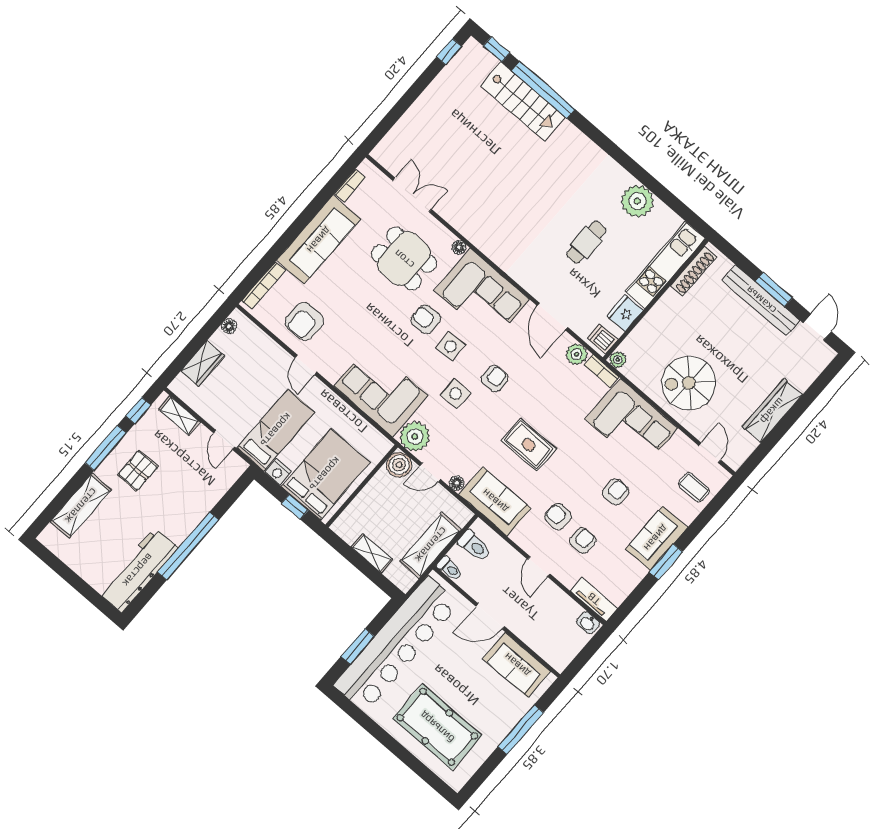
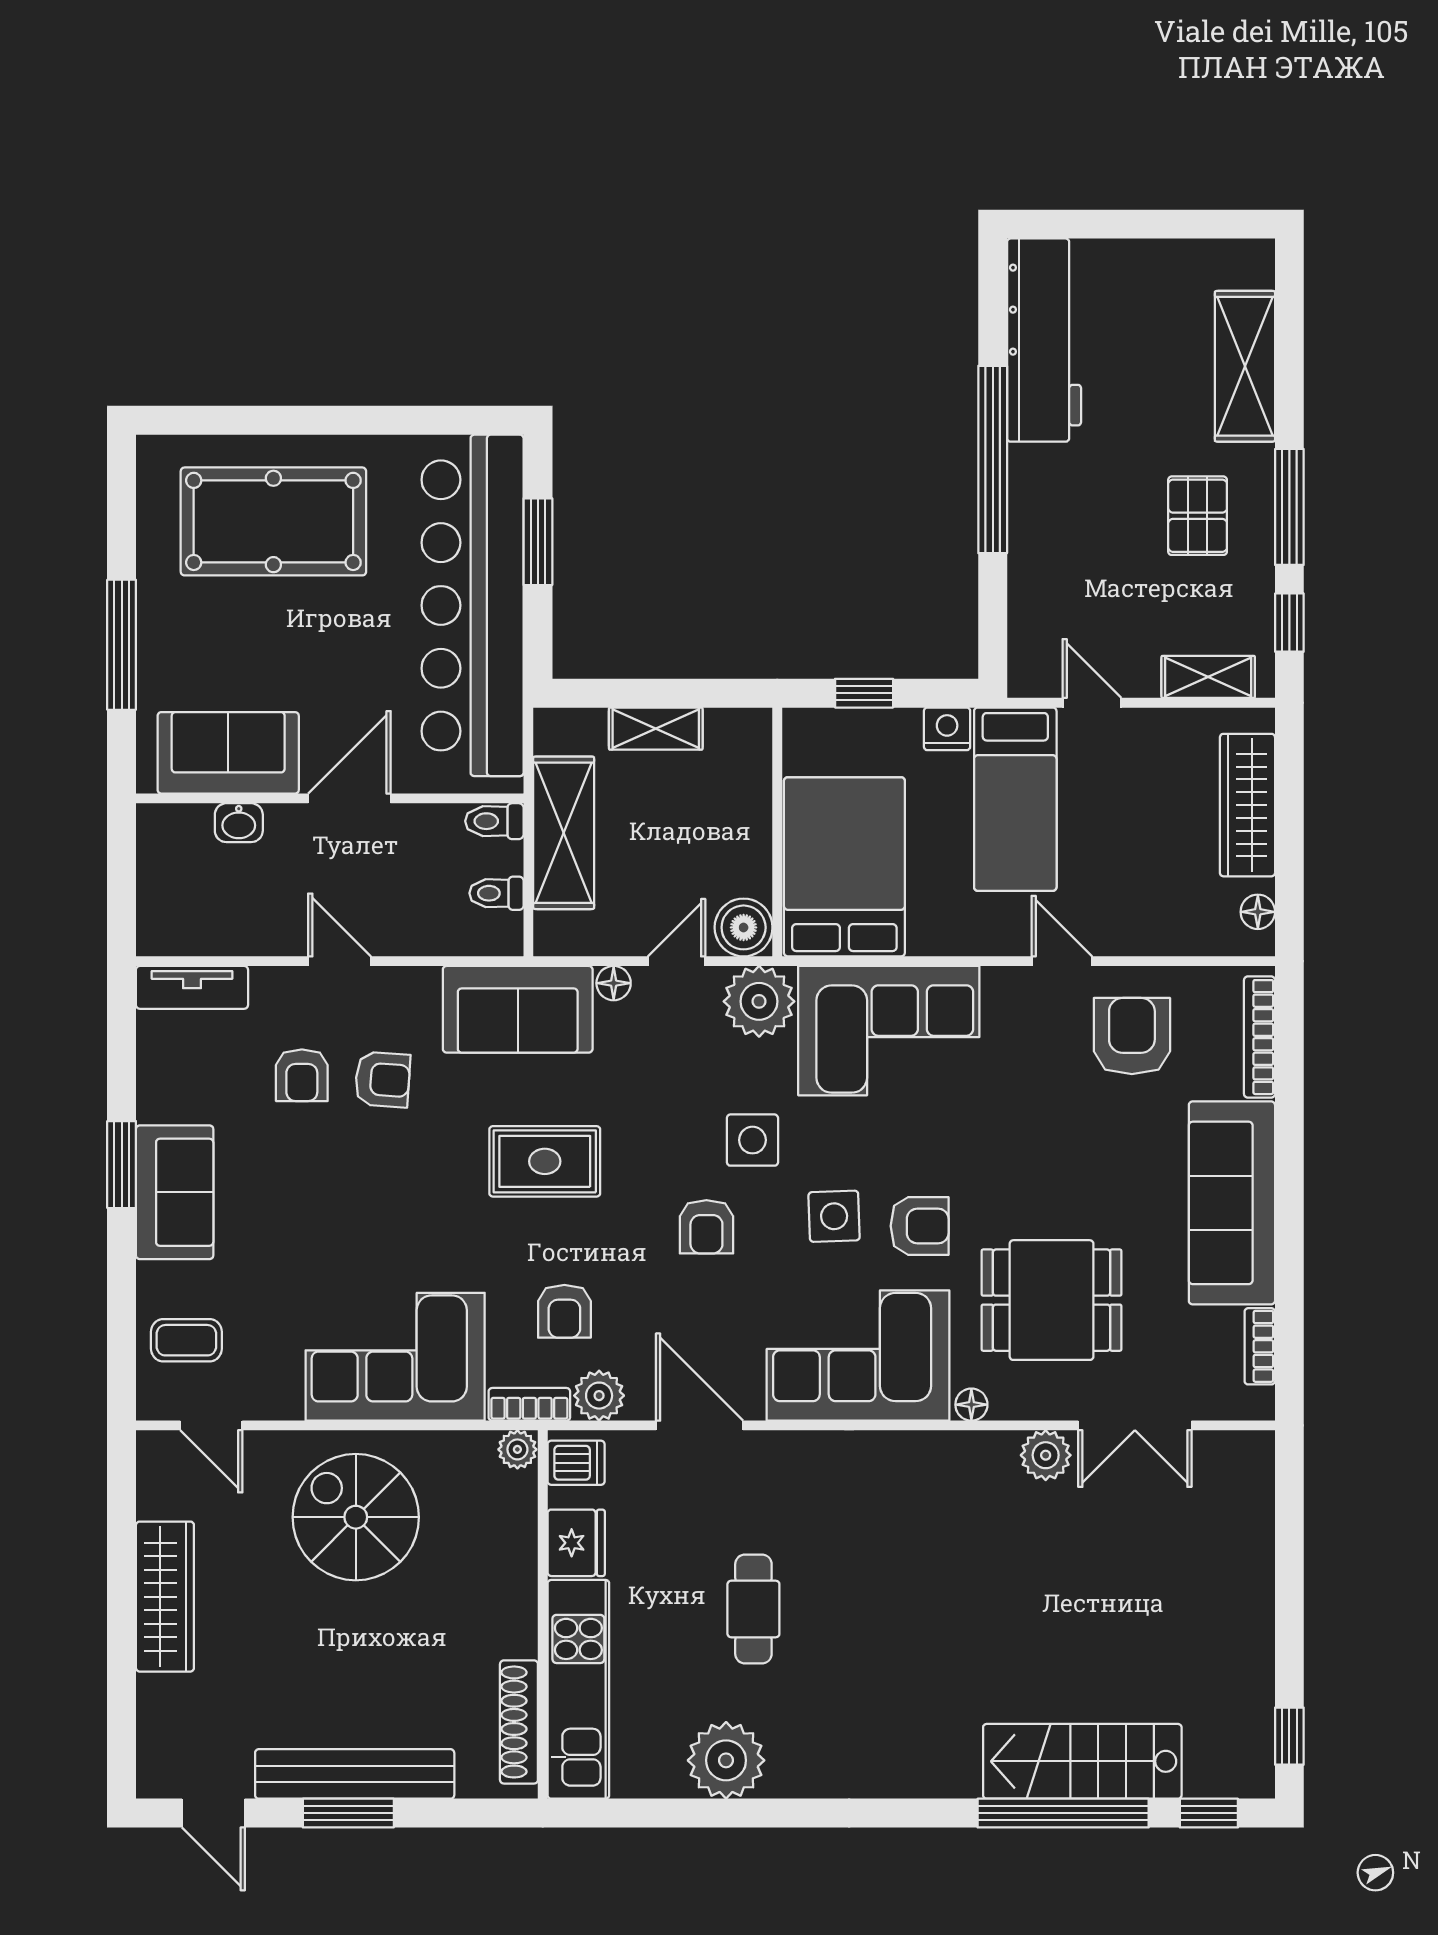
plant: (449, 210) -> (1046, 1455), added
wardrobe: (203, 363) -> (1247, 805), width x1.50
spiral stairs: (689, 383) -> (356, 1517), turned -90
bed: (325, 474) -> (844, 867), moved, turned 180
armchair: (616, 492) -> (564, 1311), moved
toilet: (474, 546) -> (496, 893), width x0.73, depth x0.72
washbasin: (588, 623) -> (239, 823), moved, turned 180

